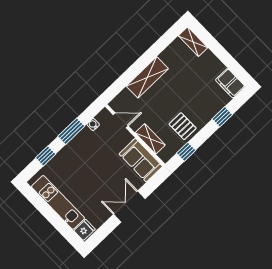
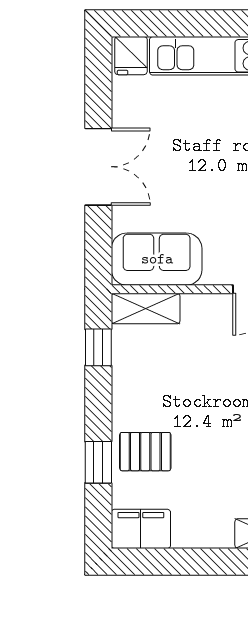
pallet: (183, 126) -> (145, 452), moved
shelving: (150, 139) -> (146, 309), moved

